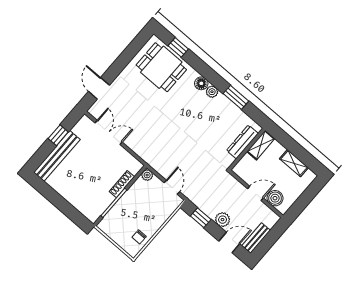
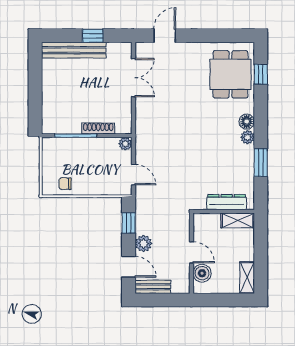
shelving: (294, 163) -> (247, 278), moved
door: (172, 187) -> (133, 175), hinge flipped

